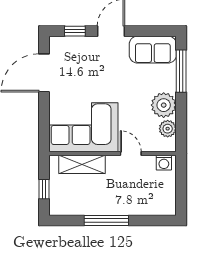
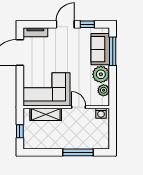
window: (75, 31) -> (87, 24), moved
tv unit: (67, 43) -> (35, 32), added
sofa: (153, 50) -> (100, 49), moved, turned 90
window: (106, 221) -> (78, 152), moved

